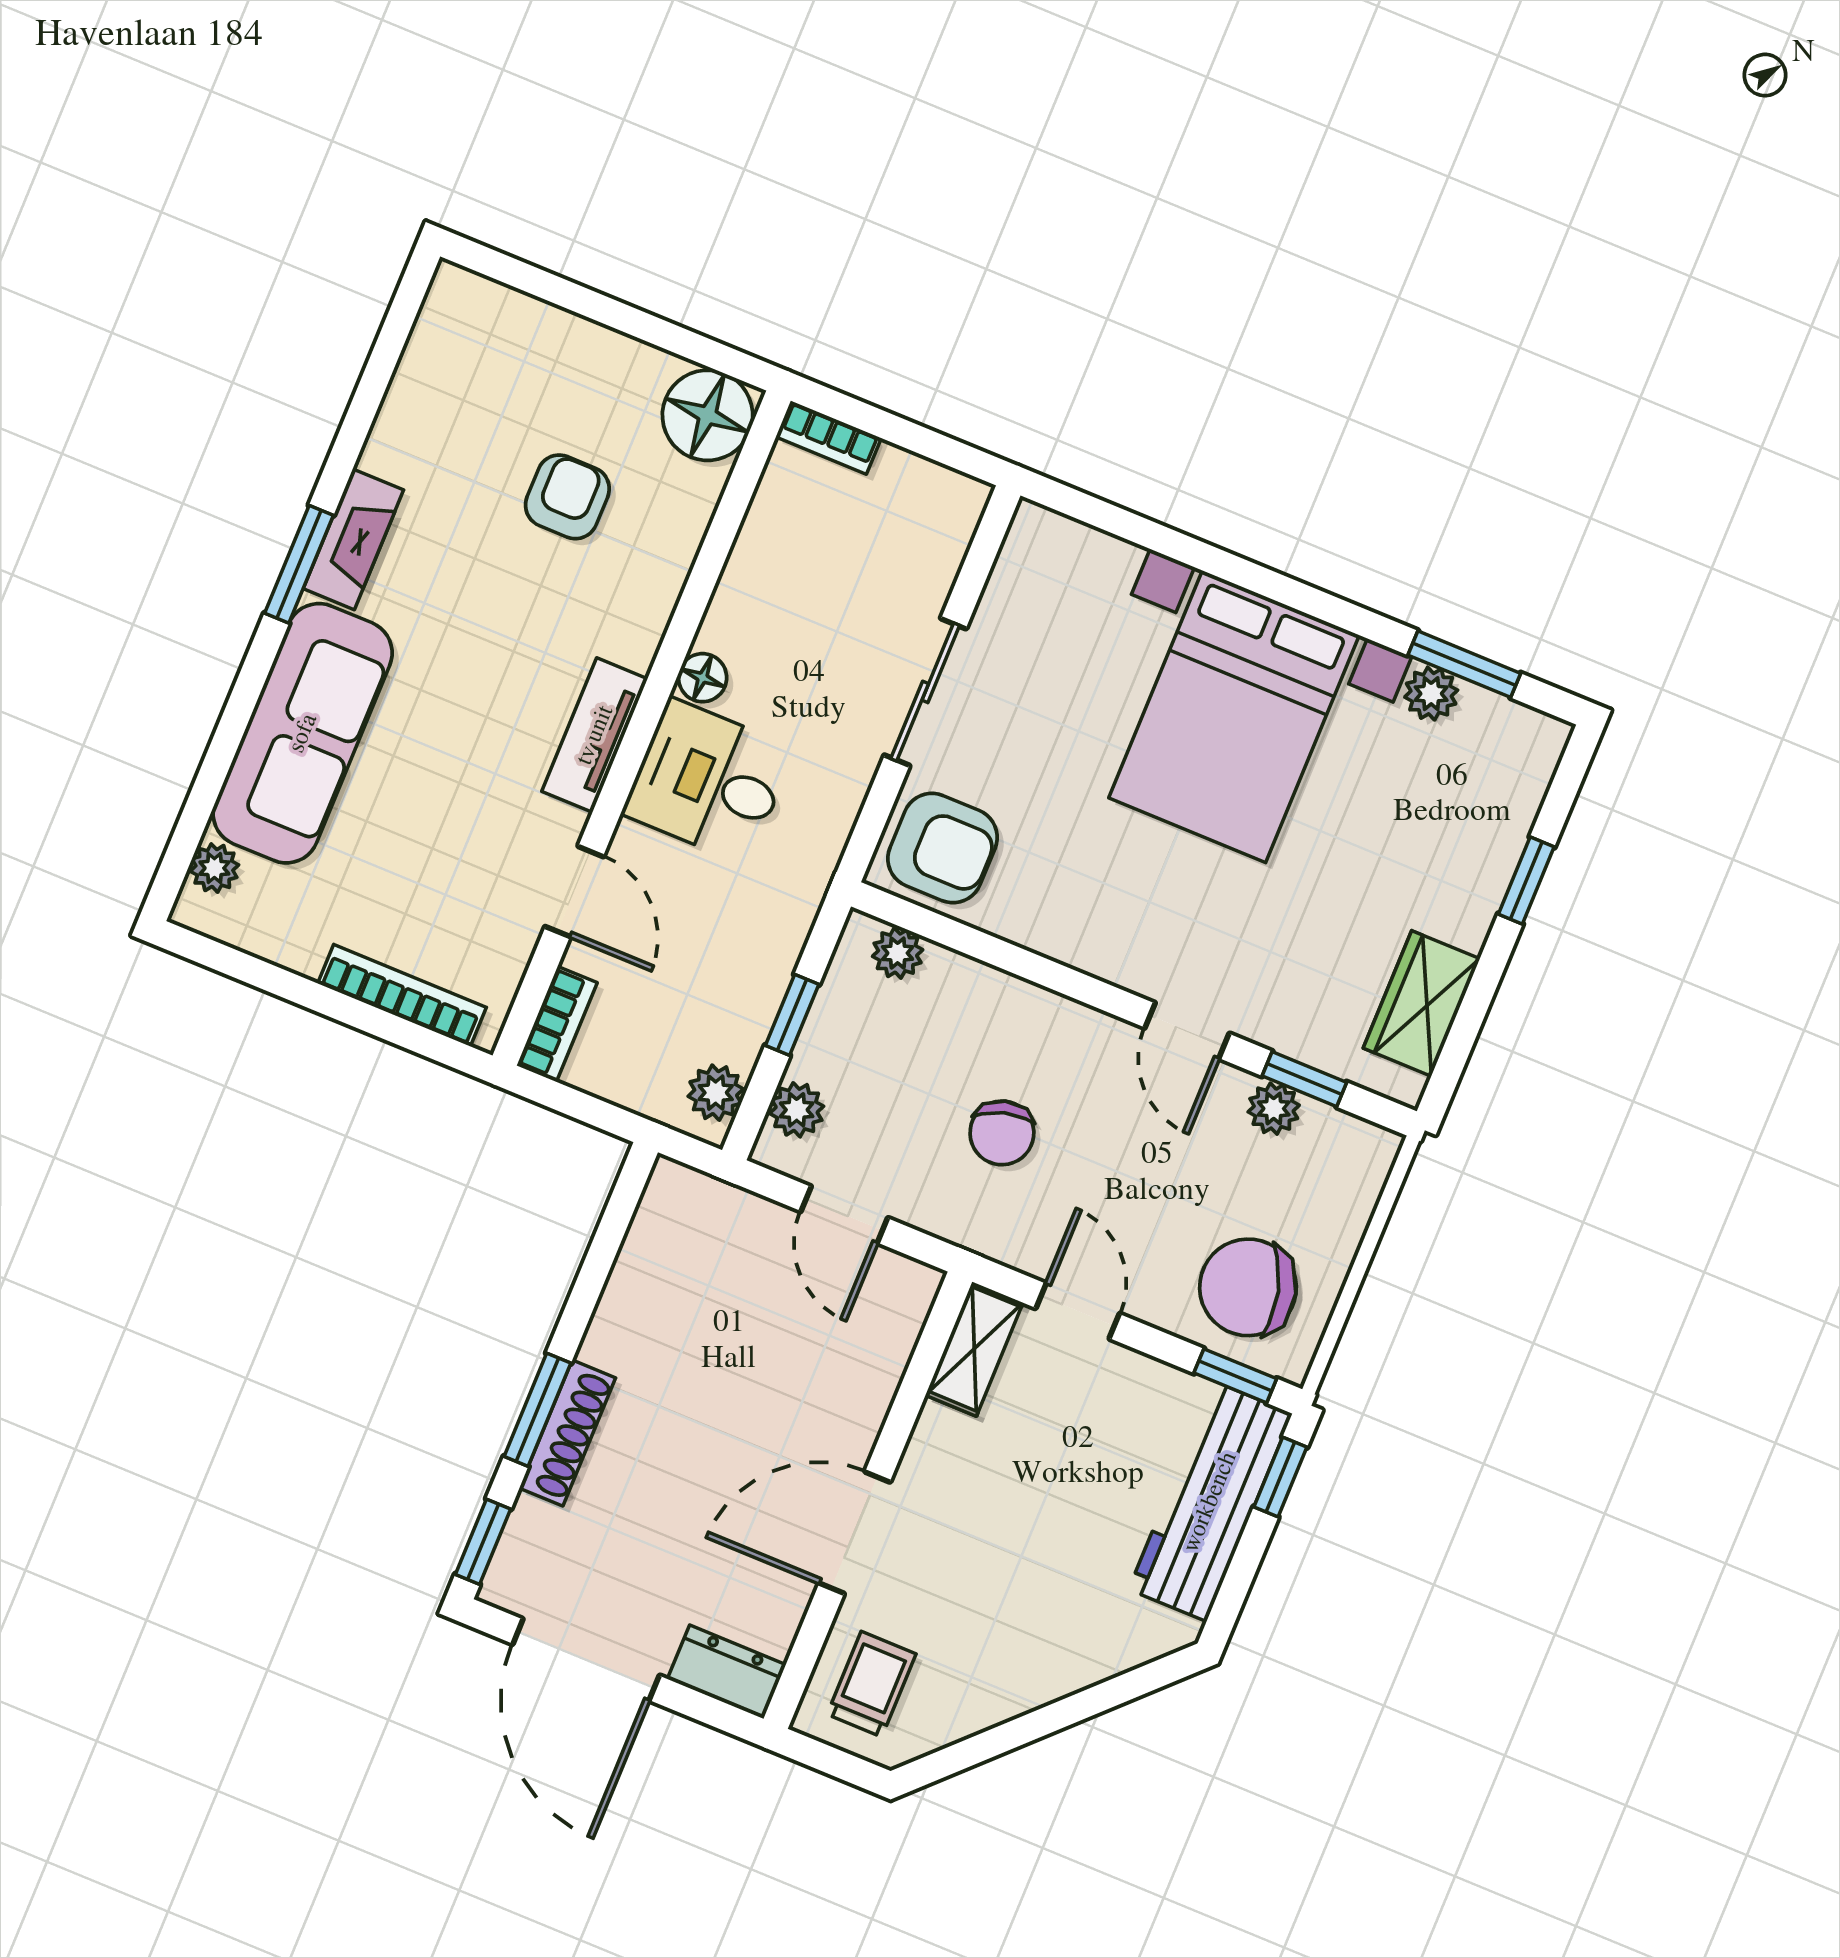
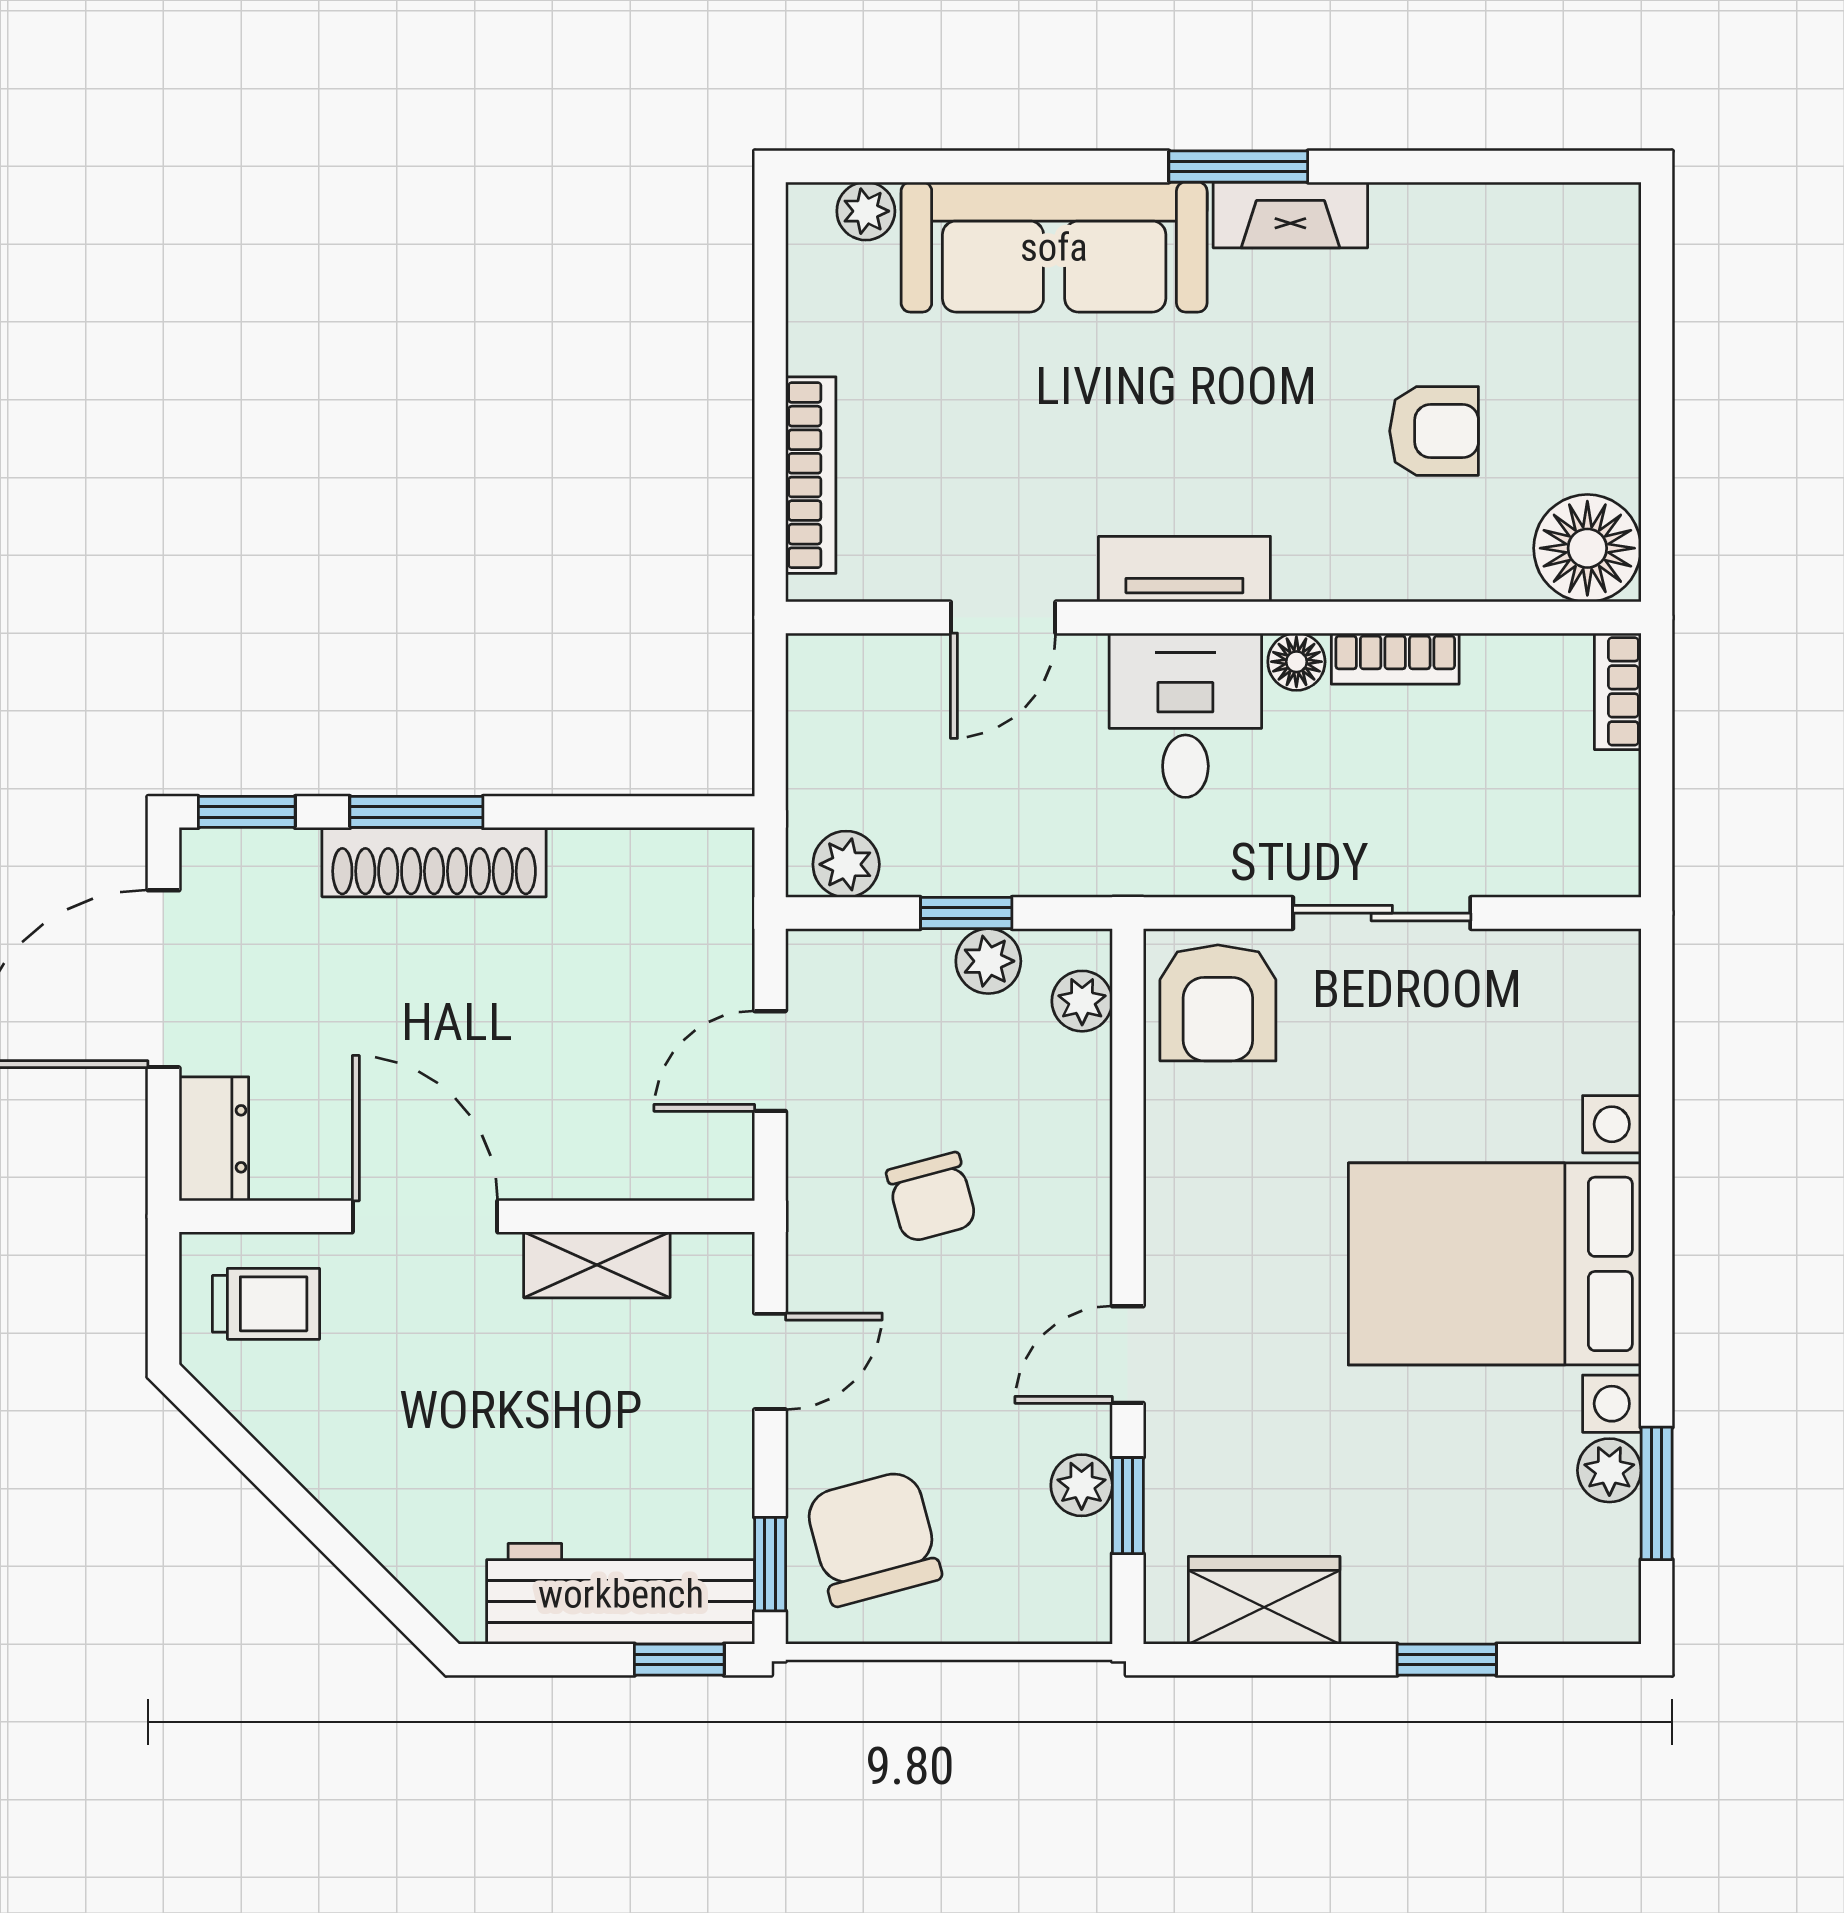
bookcase: (557, 1024) -> (1395, 659), moved
plant: (797, 1110) -> (988, 961), moved
chair: (1002, 1133) -> (932, 1197), turned -89
shelving: (974, 1349) -> (597, 1265), moved
shoe rack: (567, 1433) -> (434, 862), width x1.36, depth x1.24

